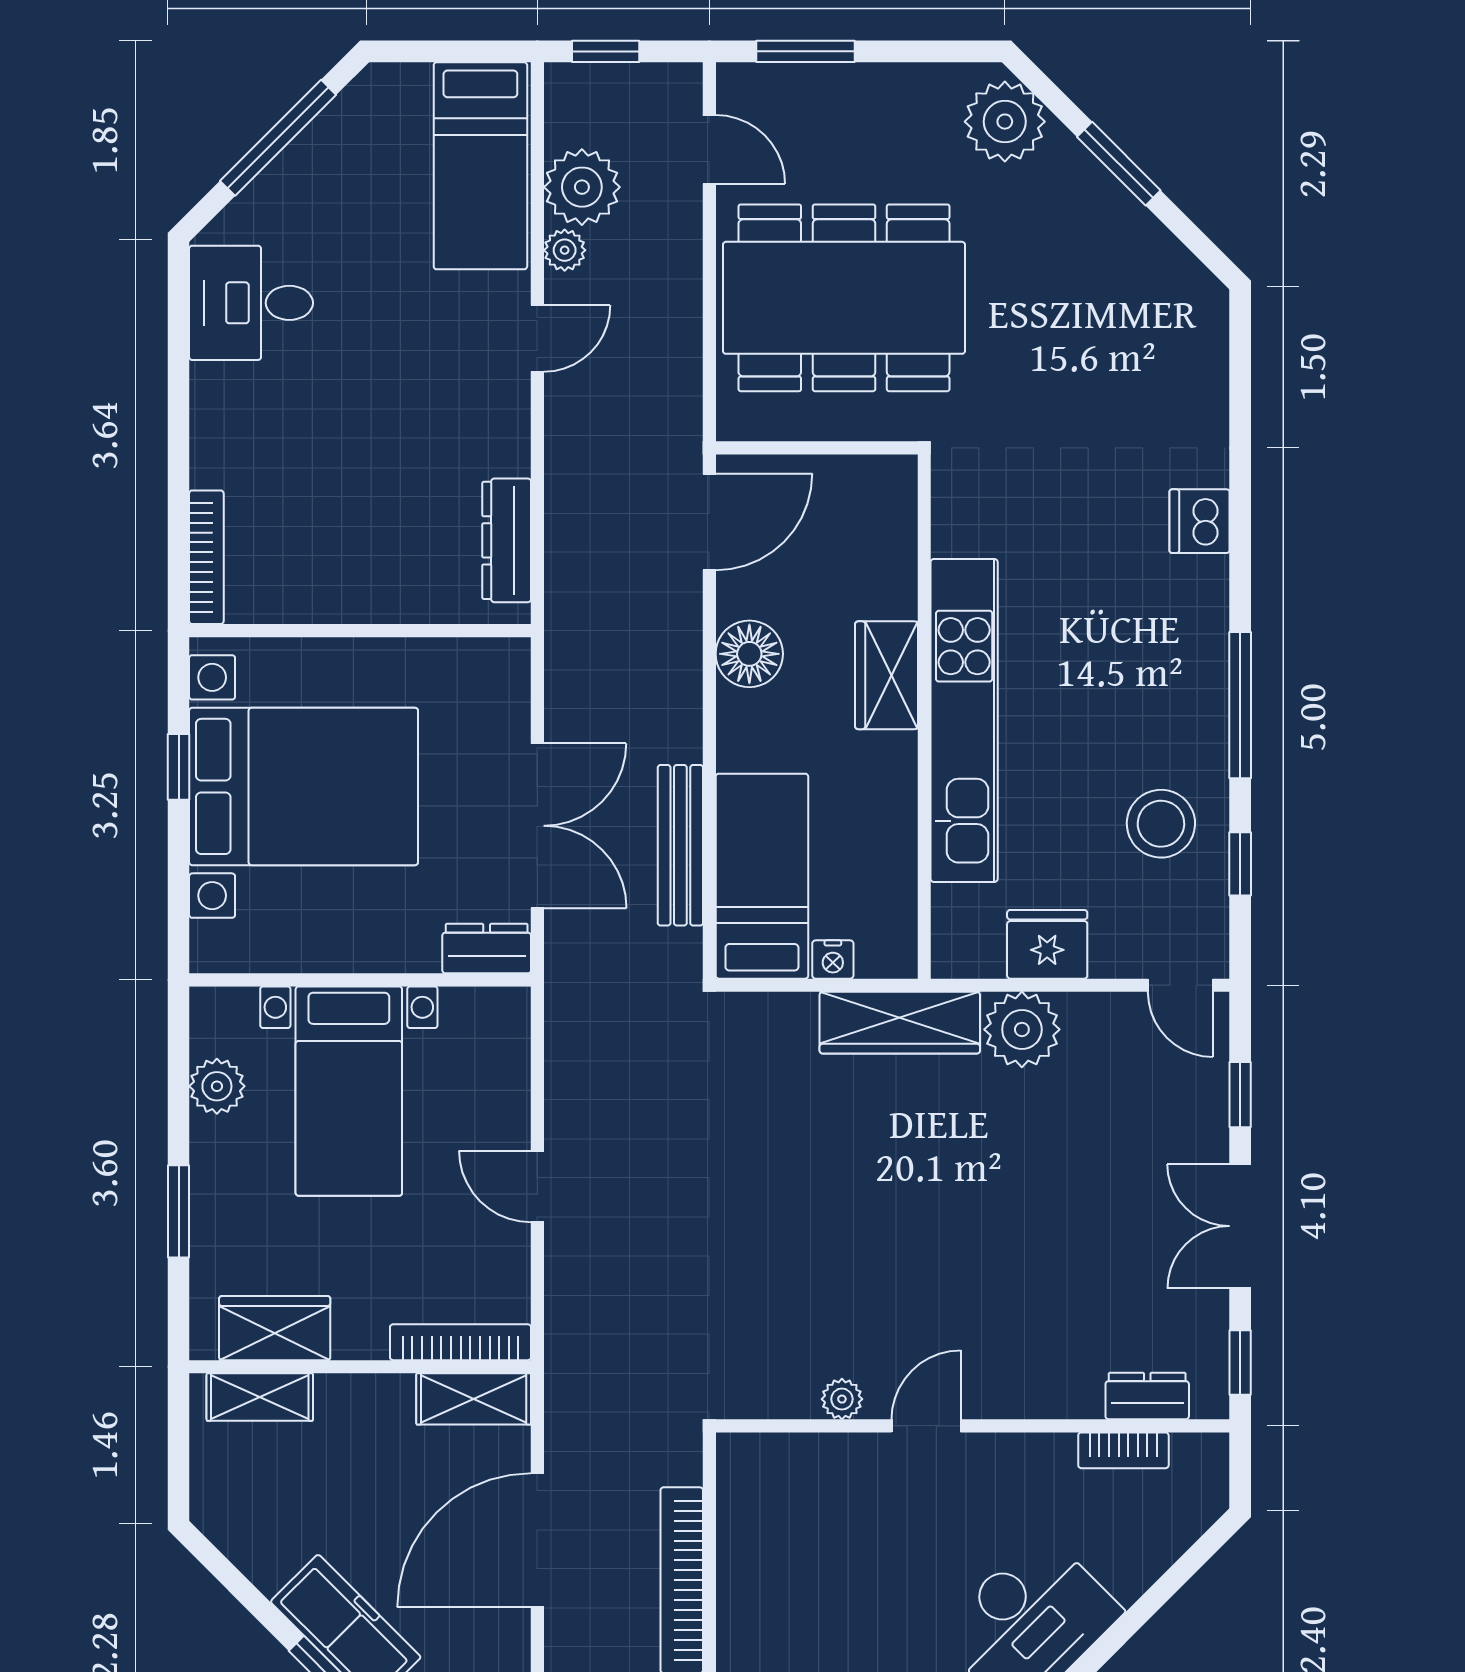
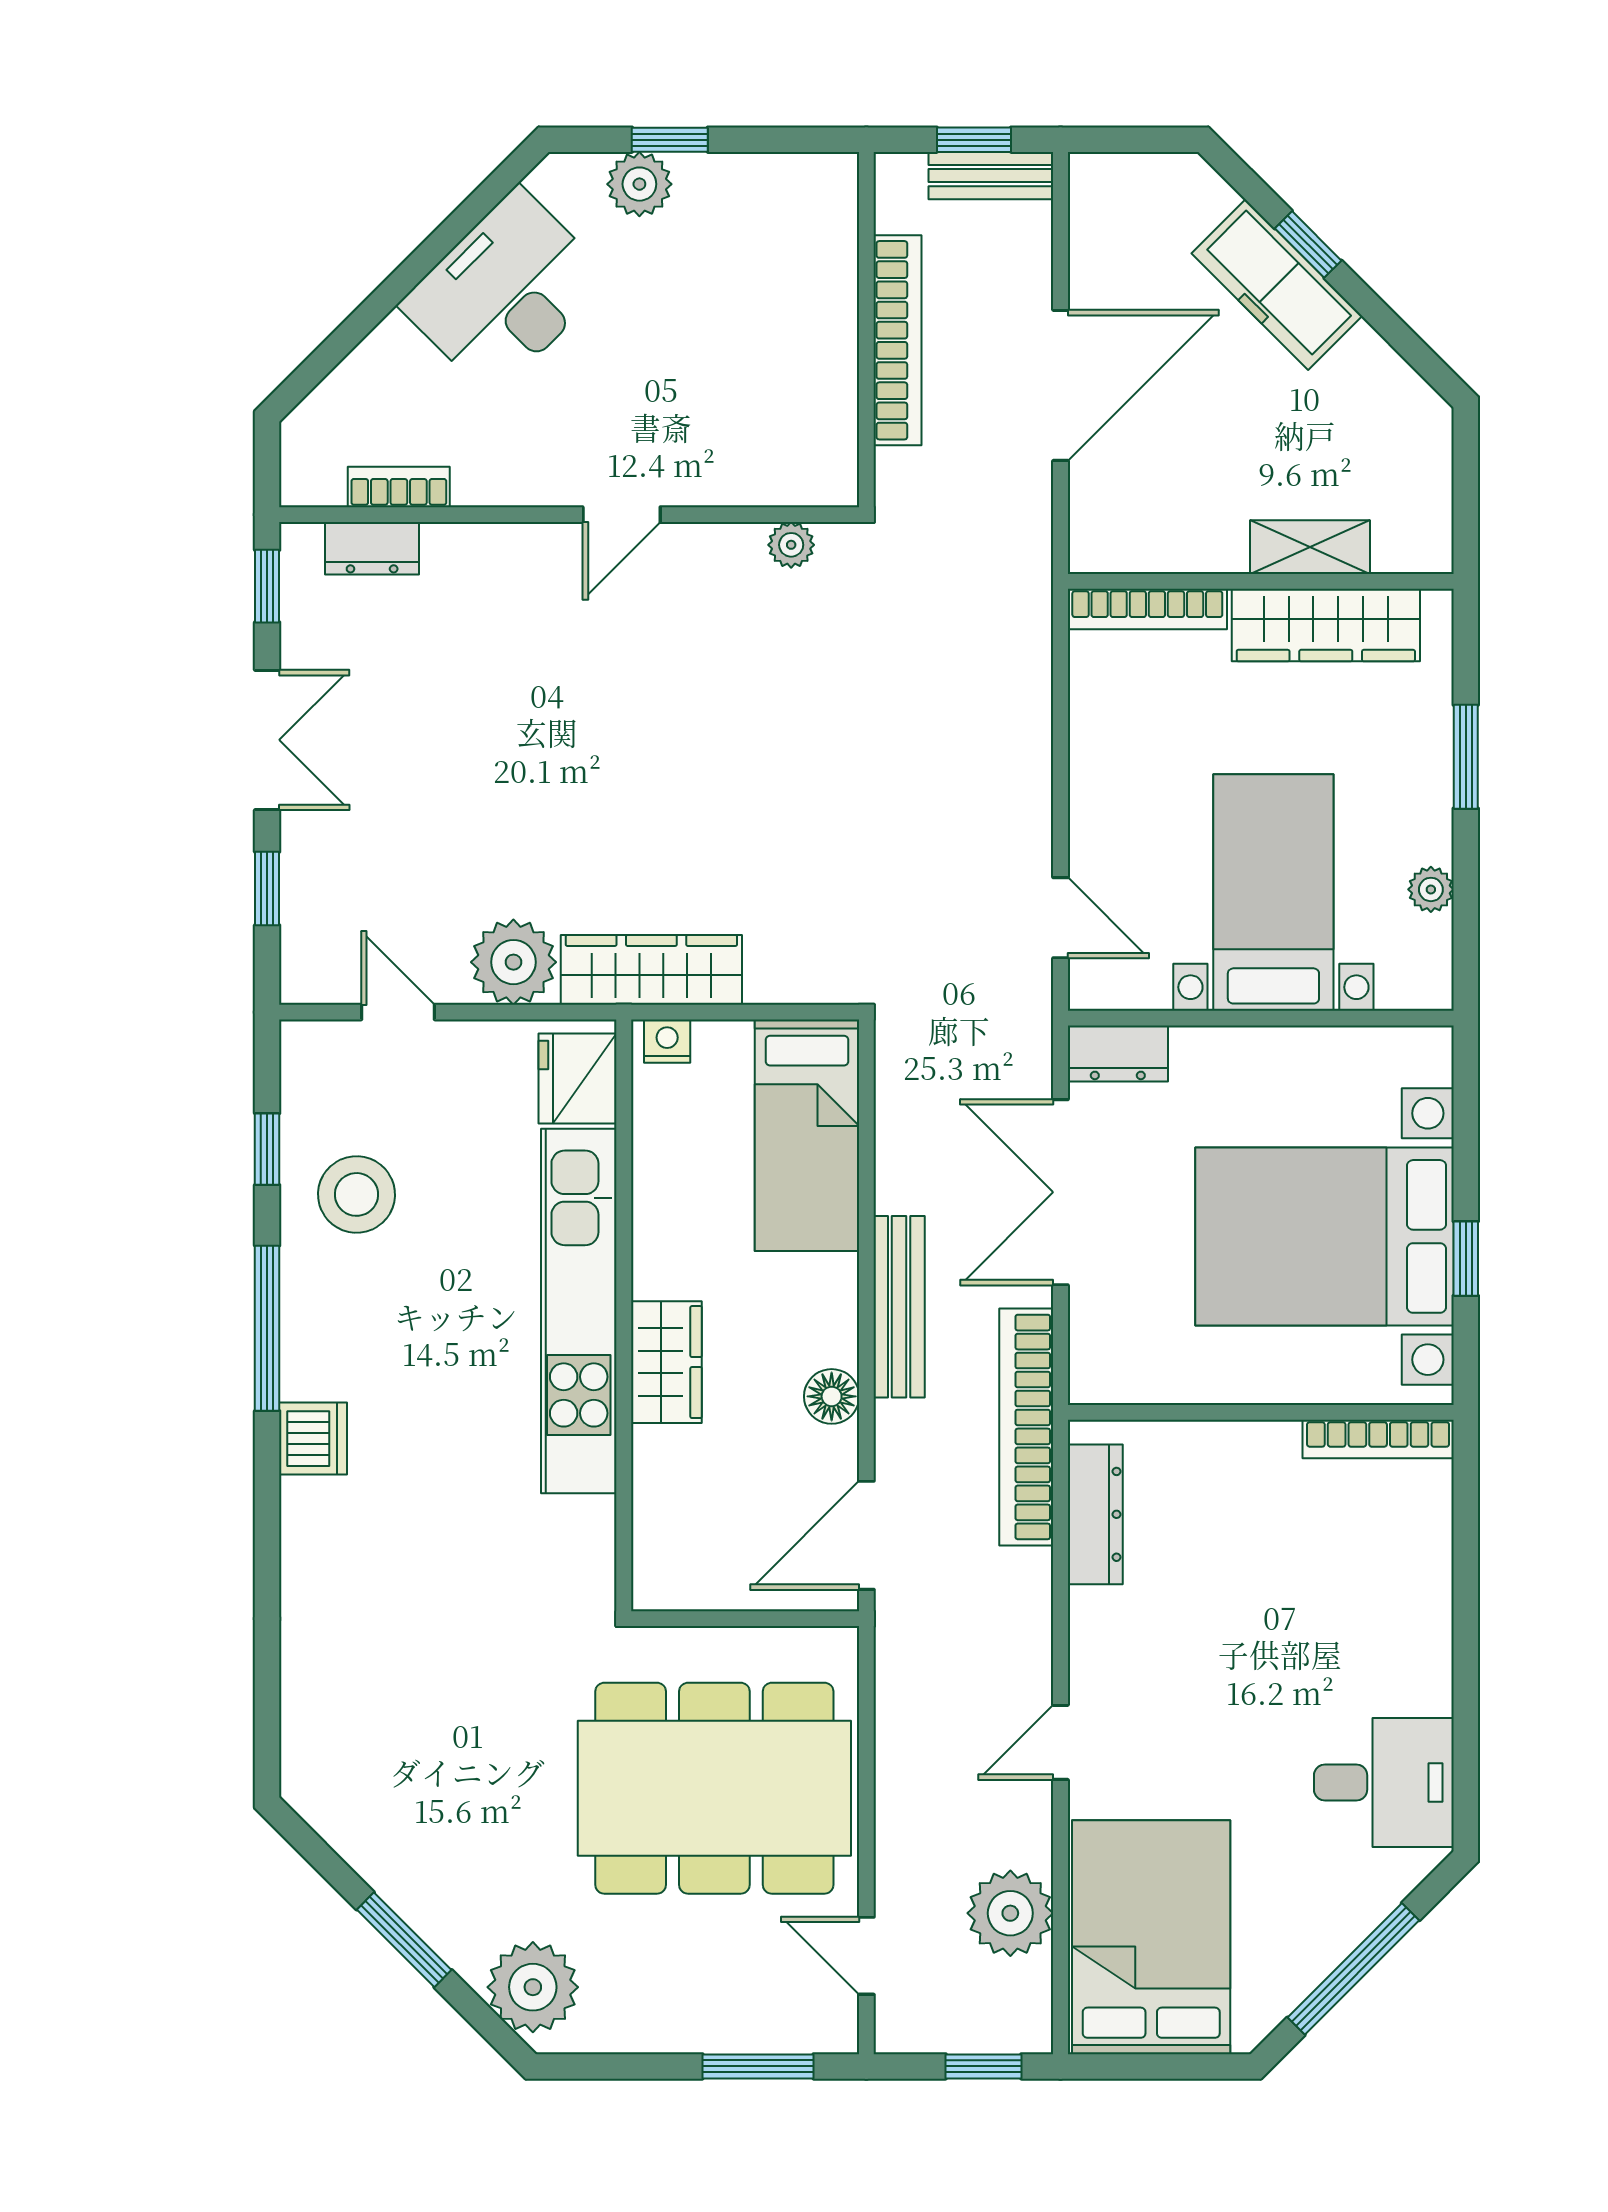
bed: (480, 166) -> (1151, 1937), width x1.50
plant: (565, 250) -> (1030, 1842), removed
dishwasher: (1200, 521) -> (313, 1439), moved
bookcase: (206, 557) -> (1378, 1439), moved, turned -90
bookcase: (568, 618) -> (1026, 1427), added
floor lamp: (749, 654) -> (832, 1396), width x0.73, depth x0.73
bench: (680, 845) -> (899, 1307), moved
fridge: (1047, 944) -> (578, 1079), moved, turned 90
nightstand: (833, 960) -> (667, 1041), moved
door: (1180, 985) -> (398, 1012), moved
plant: (217, 1086) -> (1431, 889), width x0.73, depth x0.73
door: (537, 1186) -> (1061, 918), moved
wardrobe: (275, 1328) -> (1326, 625), width x1.50
shelving: (260, 1397) -> (1310, 547), moved
shelving: (474, 1399) -> (1132, 545), removed
plant: (842, 1399) -> (791, 545), moved

